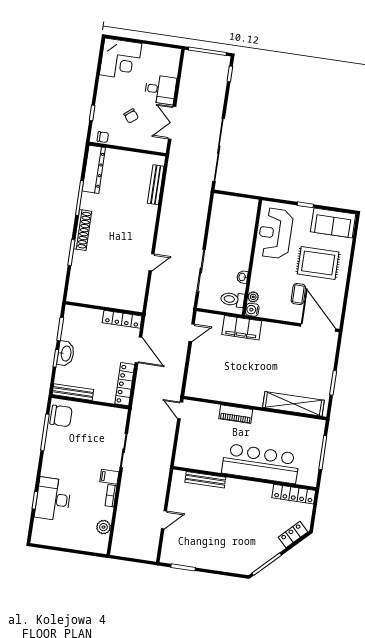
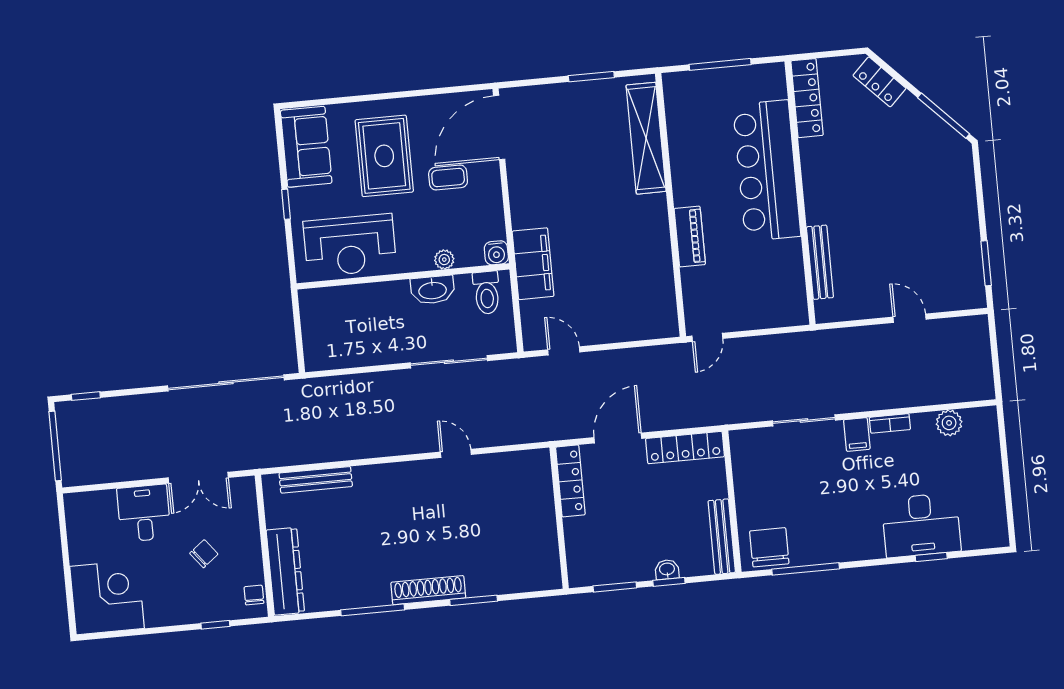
dresser: (94, 169) -> (285, 571), moved, turned 90
washbasin: (242, 277) -> (433, 290), width x1.91, depth x1.45
plant: (253, 297) -> (444, 260), moved
washbasin: (66, 353) -> (667, 570), width x0.52, depth x0.69

